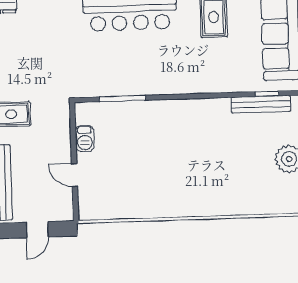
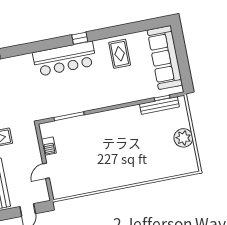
door: (75, 175) -> (46, 171), hinge flipped

